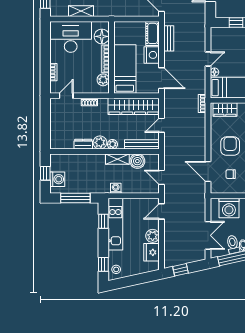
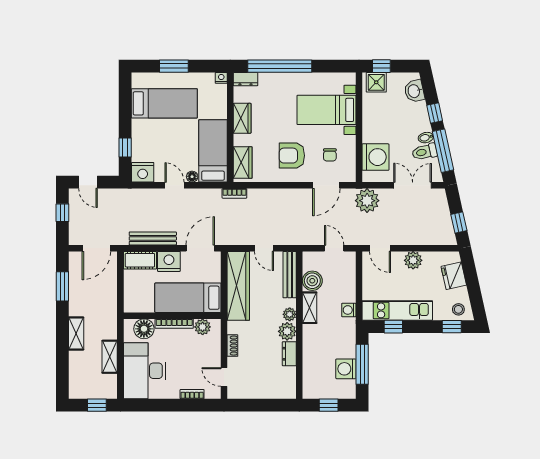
nightstand: (218, 35) -> (143, 172), added
bench: (169, 38) -> (153, 238), width x1.36
door: (162, 177) -> (334, 248), swing flipped
washing machine: (57, 179) -> (346, 369), moved, turned -90
plant: (197, 202) -> (367, 201), added
fridge: (152, 252) -> (454, 276), moved, turned 77

